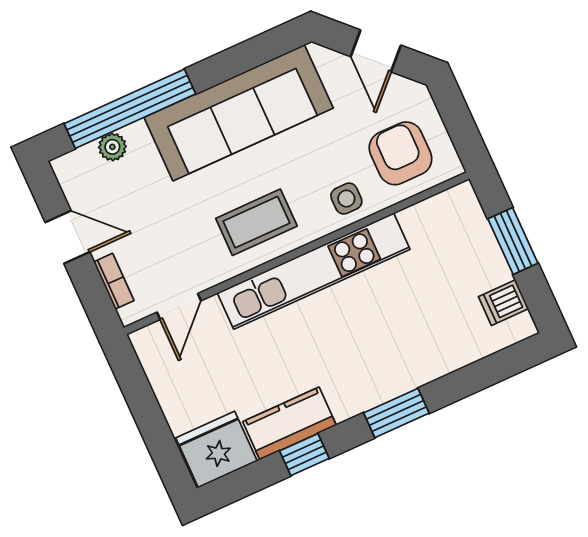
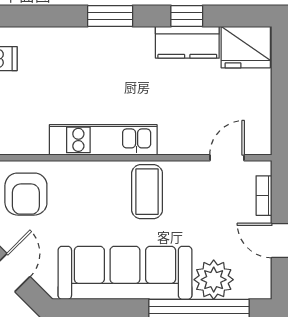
plant: (112, 147) -> (214, 280), width x1.88, depth x1.88
side table: (346, 199) -> (77, 180), removed
coffee table: (256, 222) -> (147, 192), turned 90
kitchen unit: (314, 271) -> (103, 140), width x0.73

